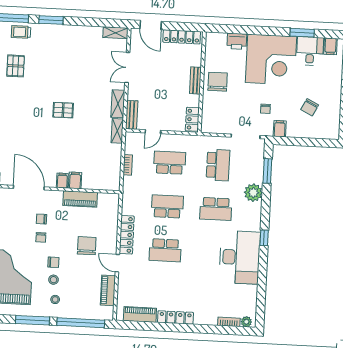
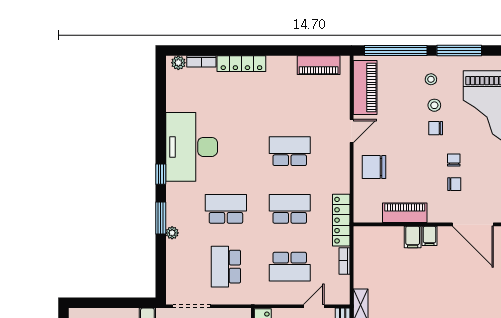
window: (267, 171) -> (161, 218), moved
plant: (253, 193) -> (172, 233), width x0.53, depth x0.53
school desk: (167, 206) -> (290, 209), turned 180
locker: (127, 235) -> (341, 220), moved
chair: (87, 246) -> (374, 167), moved, turned 90
door: (117, 263) -> (352, 131), hinge flipped
piano: (108, 290) -> (365, 87), width x1.37, depth x1.33
locker: (175, 317) -> (241, 64), moved

